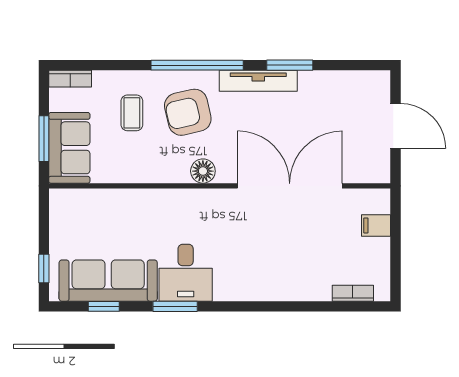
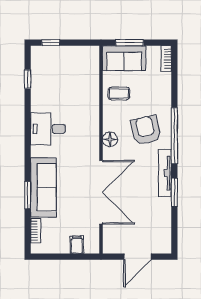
coffee table: (132, 113) -> (119, 94), moved
sofa: (108, 281) -> (43, 187), moved
window: (175, 306) -> (28, 195), moved

